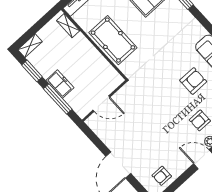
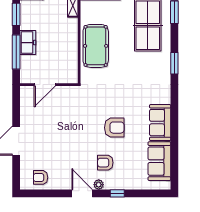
armchair: (193, 81) -> (114, 128), moved
door: (101, 104) -> (45, 85), hinge flipped

